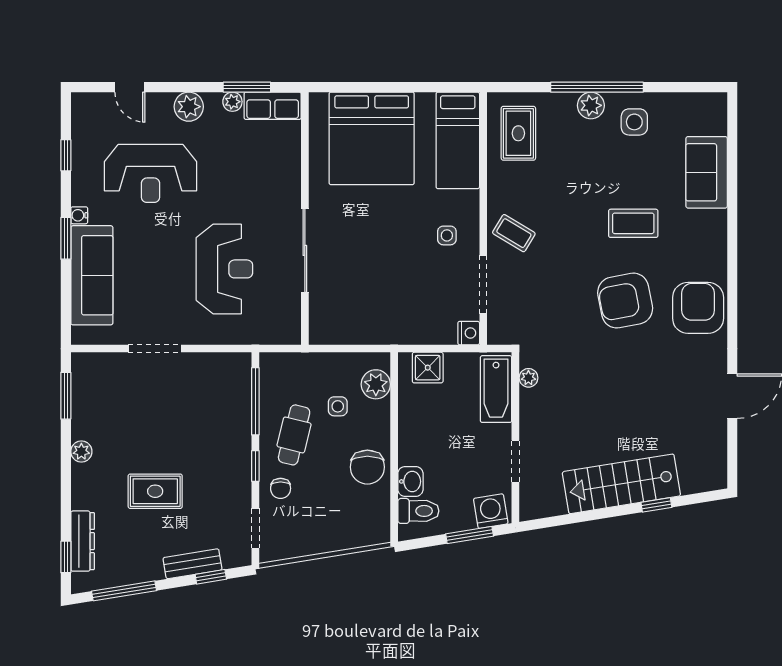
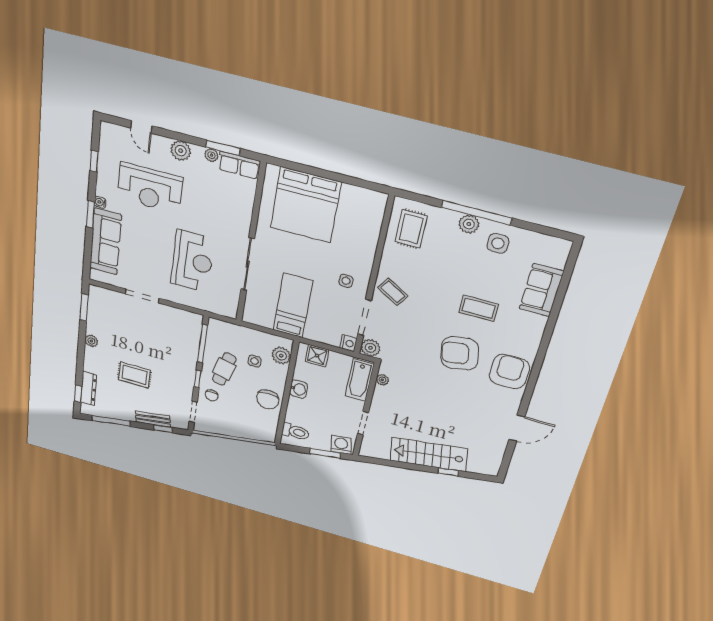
bed: (458, 140) -> (293, 306), moved, turned 180
plant: (501, 331) -> (370, 348), added
washbasin: (410, 481) -> (299, 389), moved

